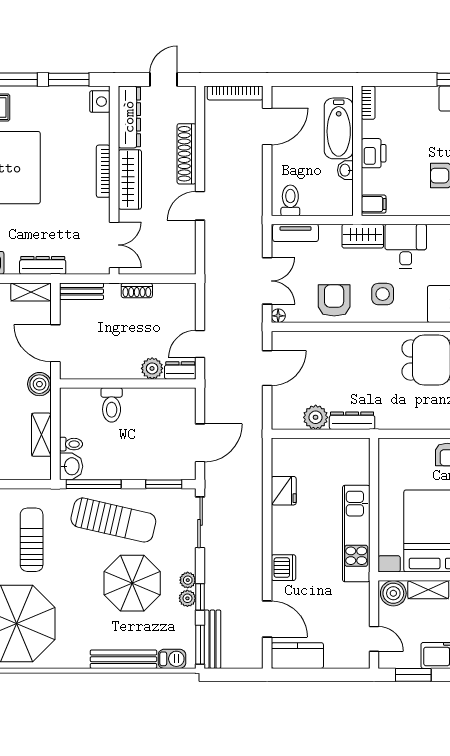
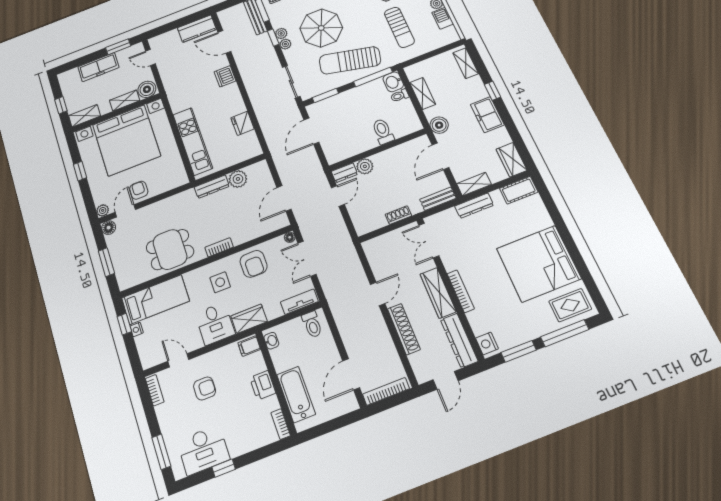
washbasin: (345, 170) -> (271, 341), moved
bookcase: (369, 338) -> (219, 247), added
door: (55, 343) -> (440, 156), swing flipped
kitchen unit: (356, 534) -> (193, 141), moved

